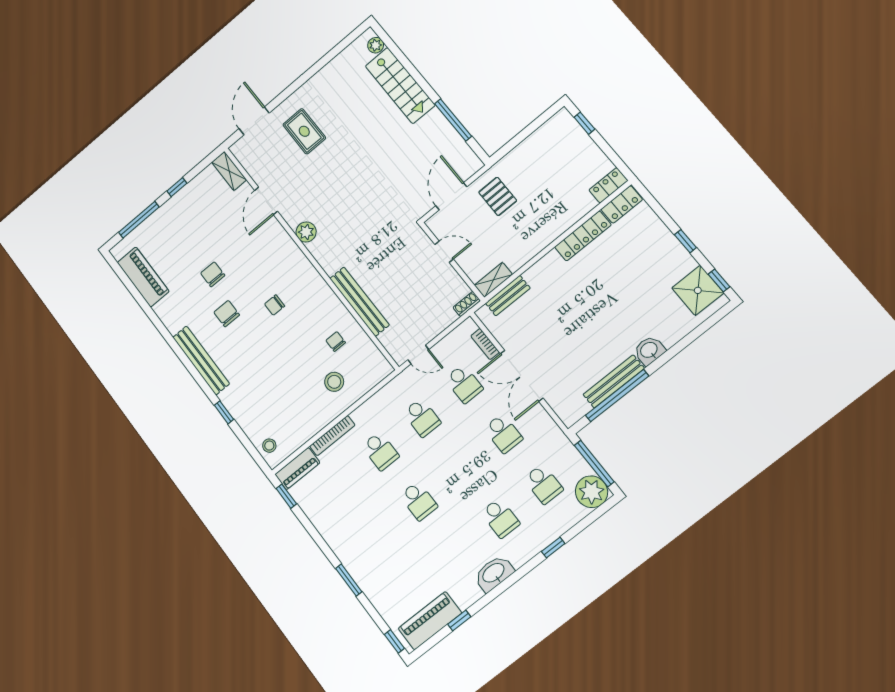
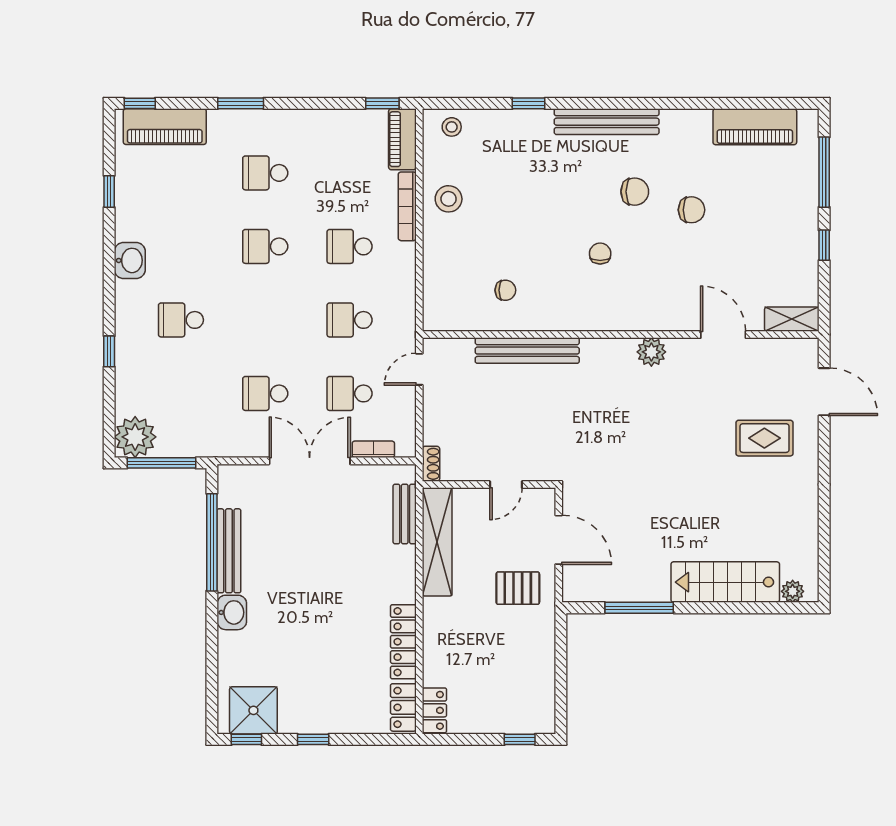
shelving: (493, 280) -> (437, 542), width x2.20, depth x1.33
stool: (334, 382) -> (449, 199), moved
school desk: (543, 484) -> (265, 173), moved
washbasin: (494, 573) -> (130, 260), width x0.72
piano: (430, 621) -> (165, 127), moved, turned 90

